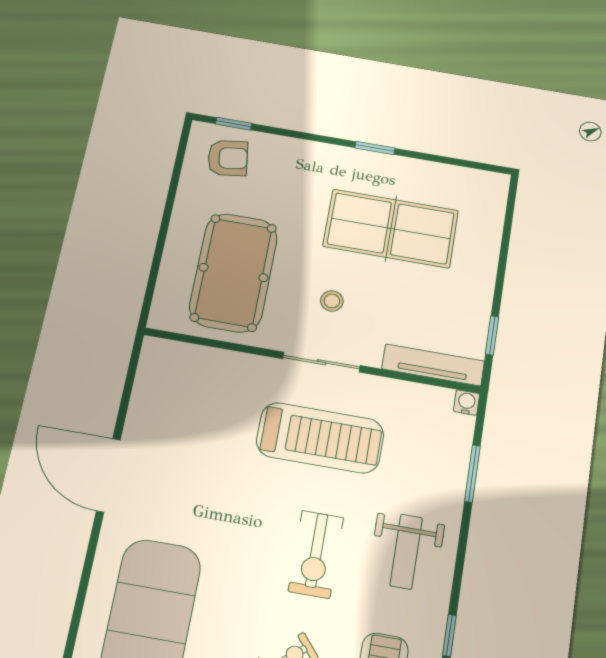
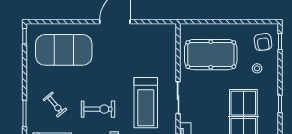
stool: (332, 301) -> (257, 68), moved
exercise bike: (316, 554) -> (98, 109), turned 180

